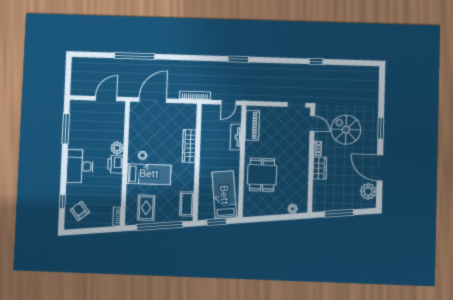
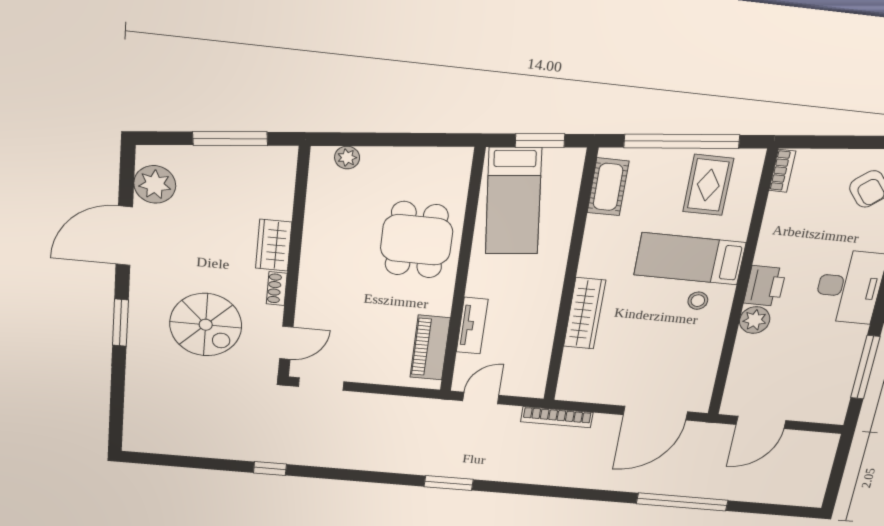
door: (312, 123) -> (286, 343), swing flipped
door: (380, 168) -> (124, 236), swing flipped

